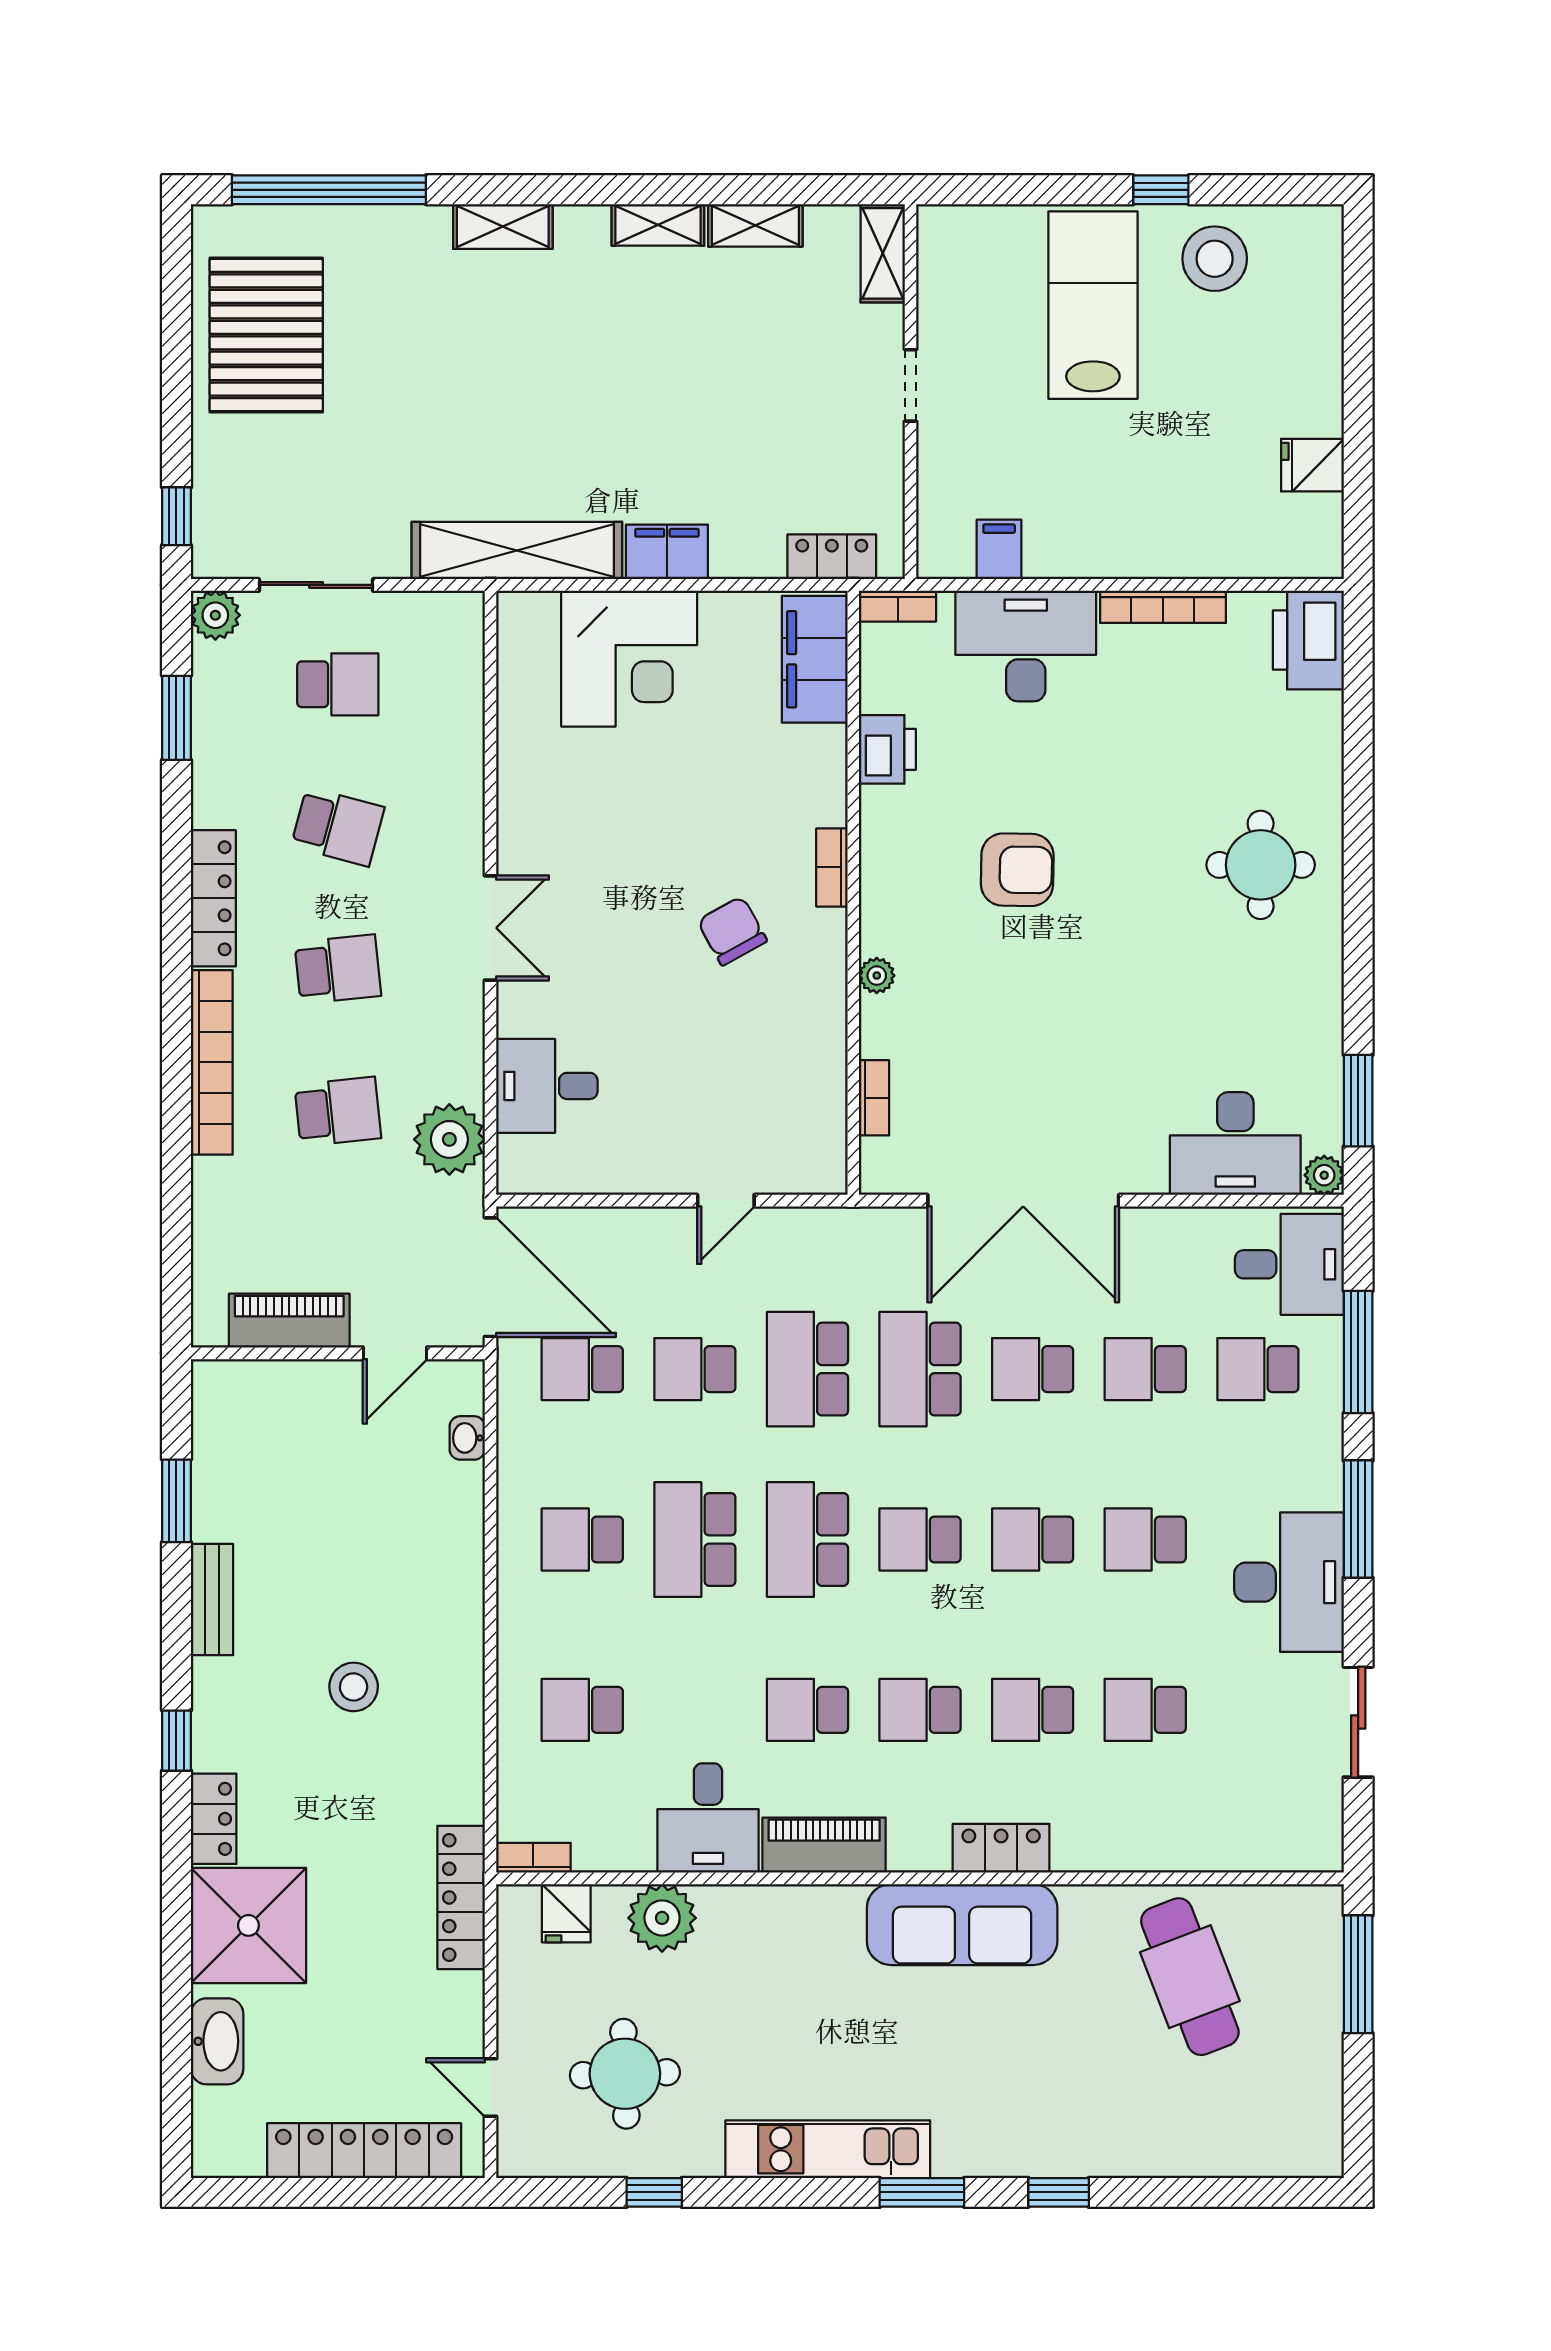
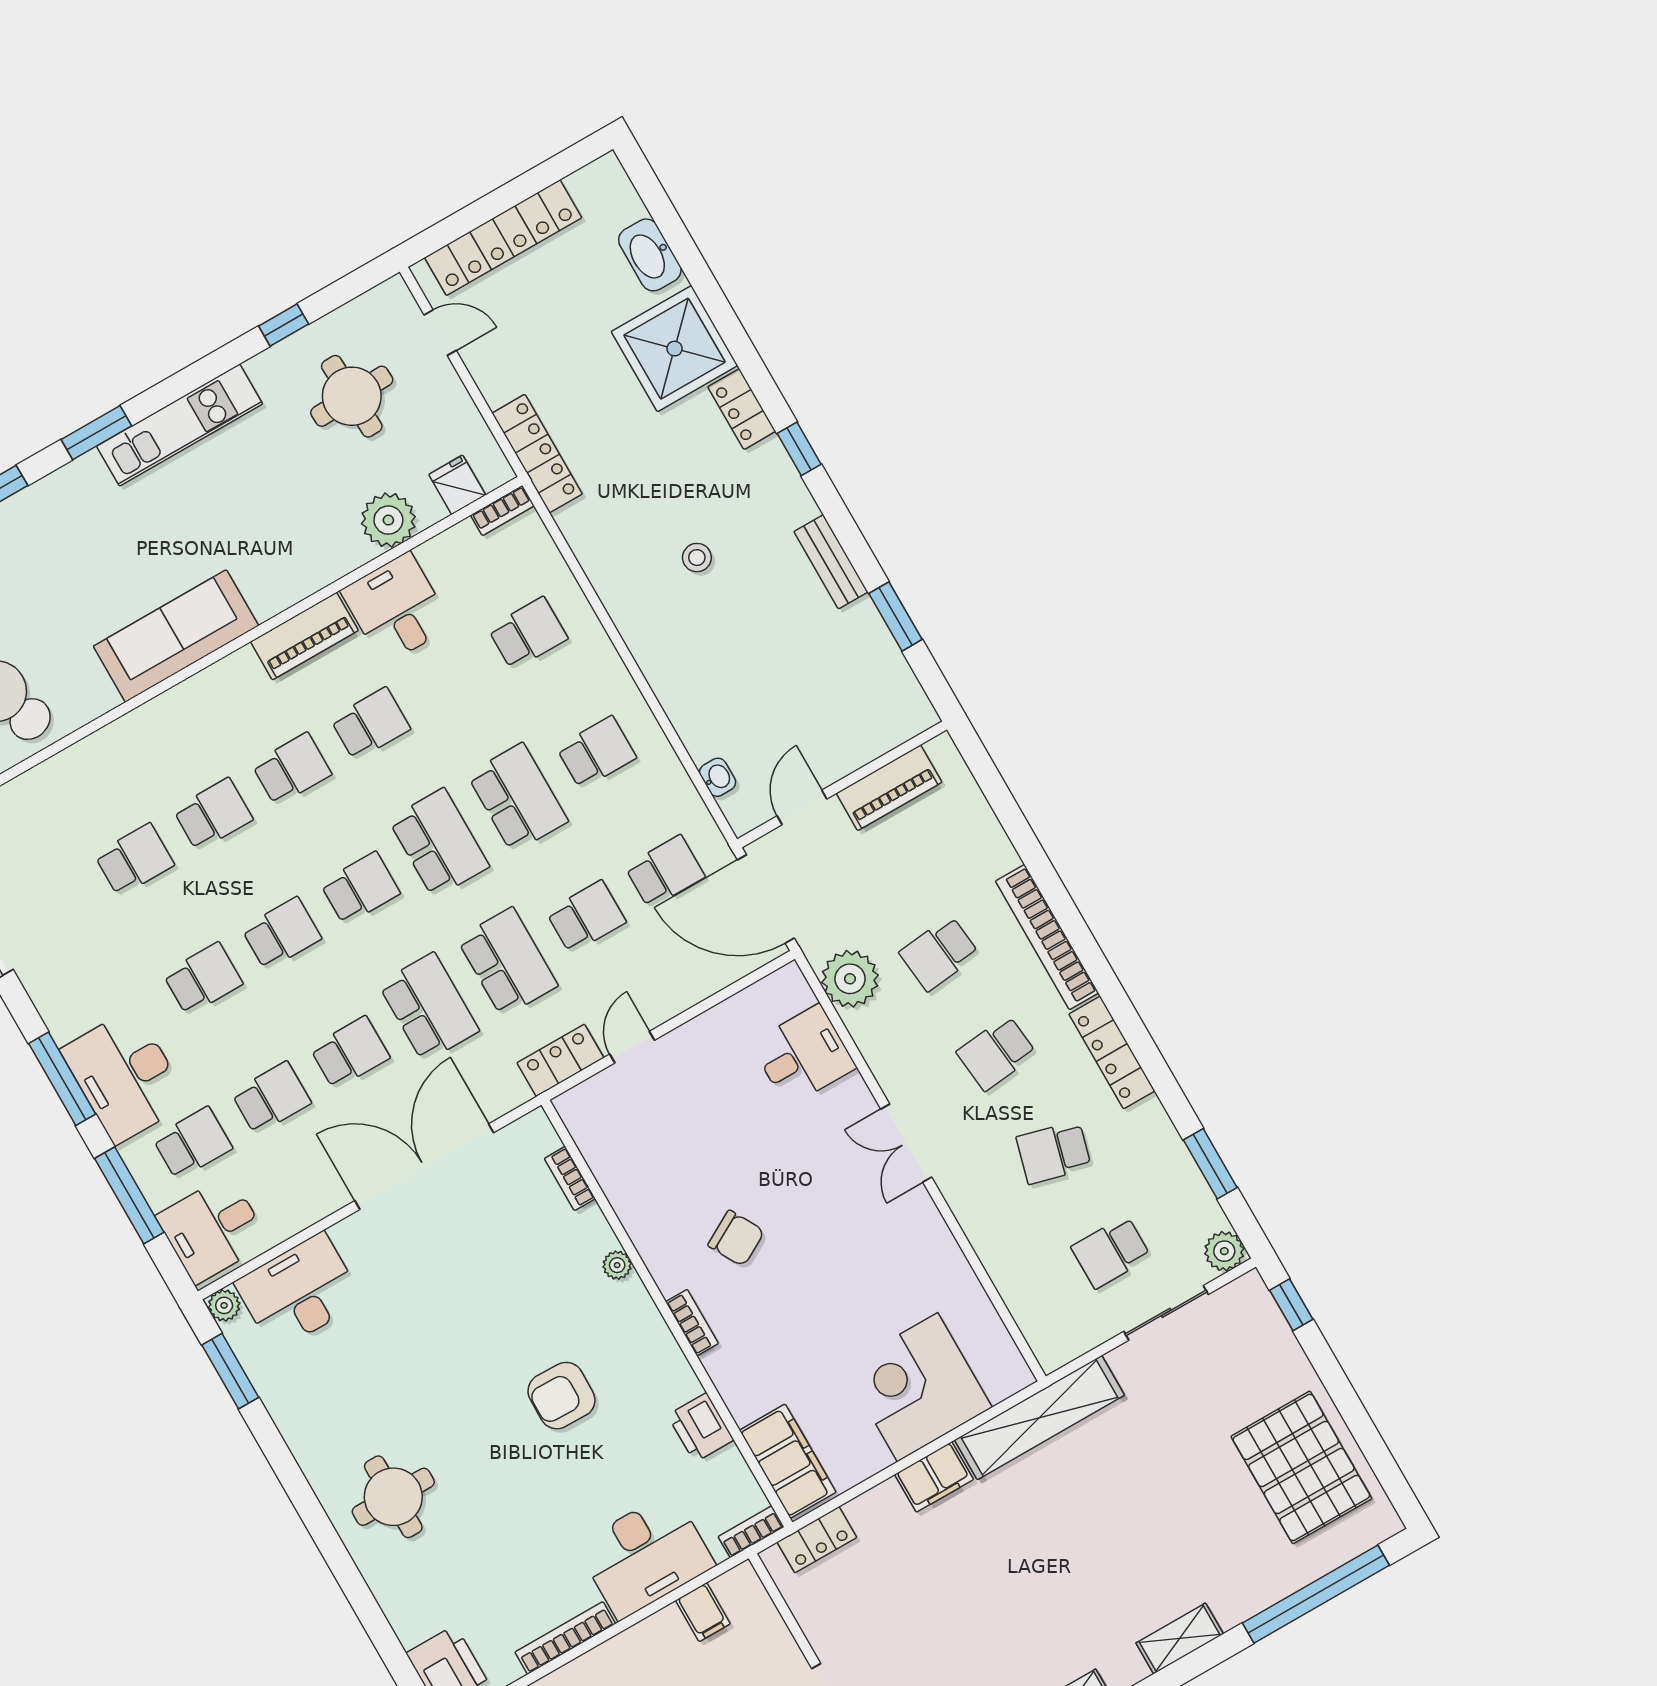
desk: (1289, 1582) -> (125, 1076), moved
stool: (354, 1687) -> (697, 558), width x0.73, depth x0.73
locker: (1001, 1848) -> (560, 1060), moved, turned 180

